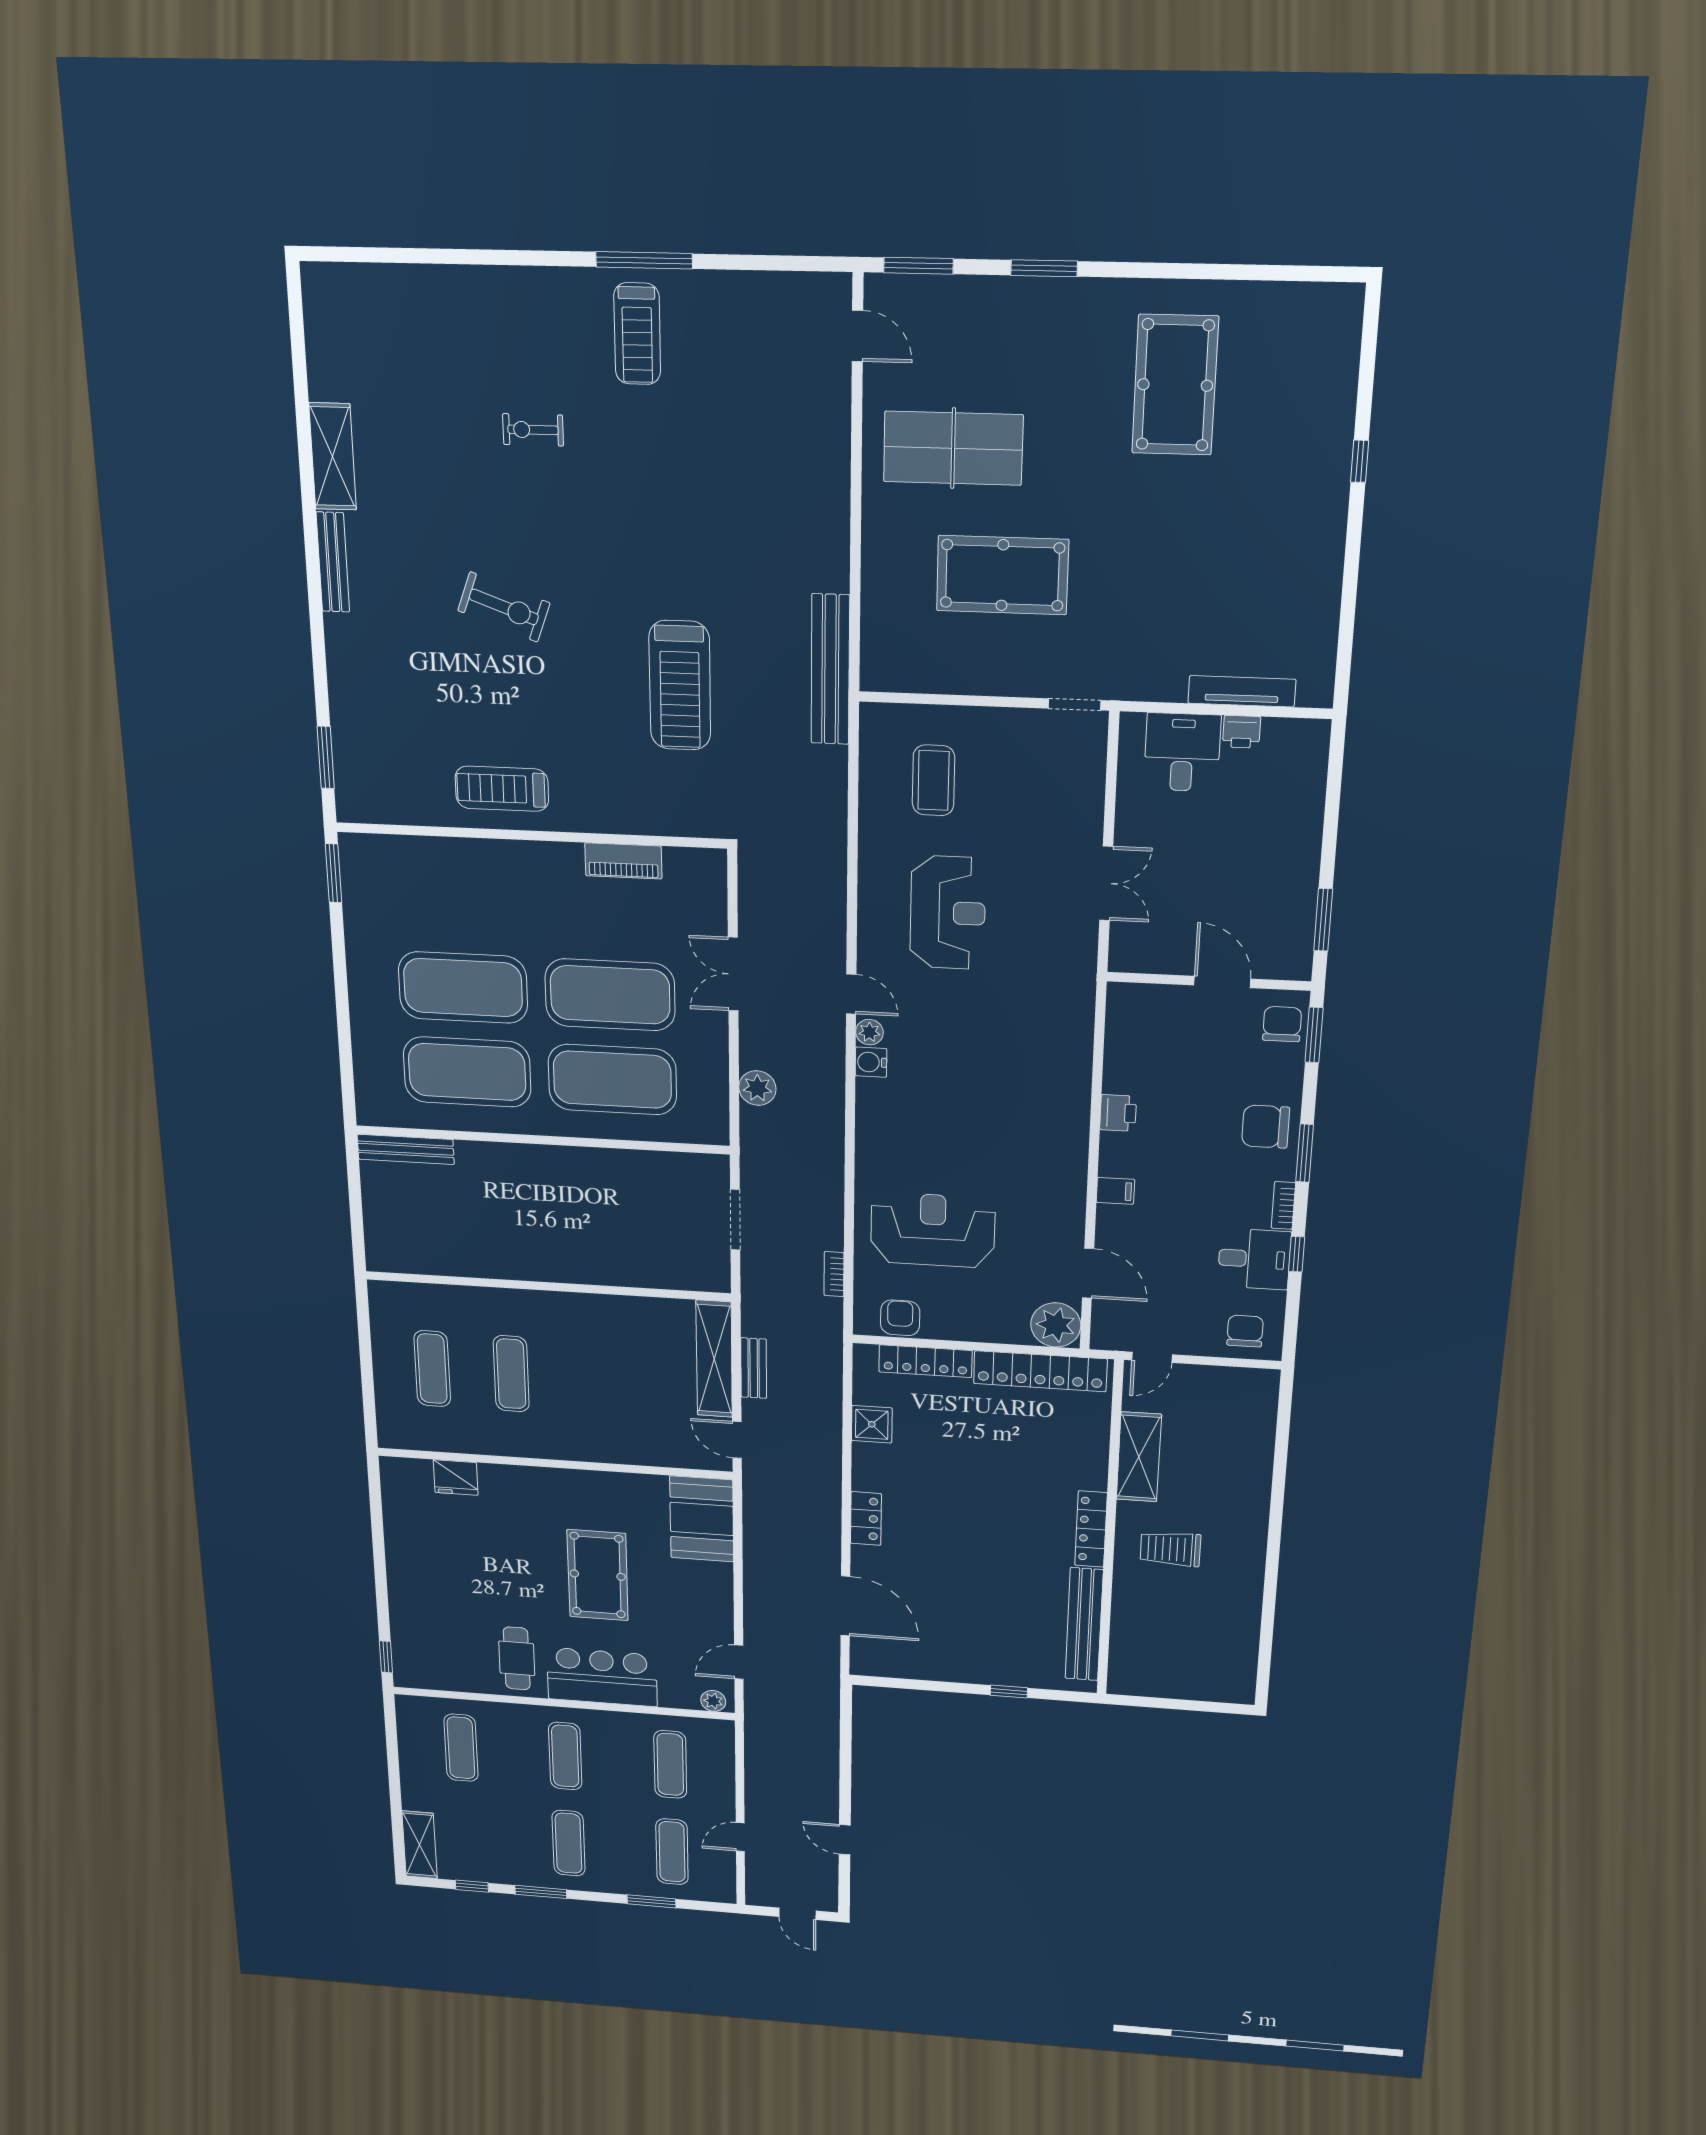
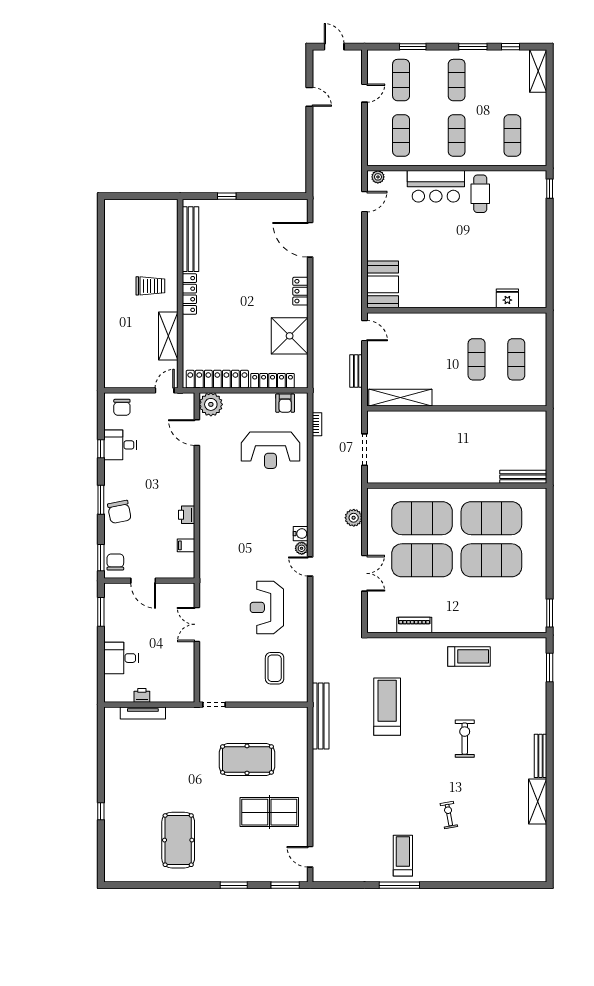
exercise bike: (533, 430) -> (449, 815), turned -100
exercise bike: (504, 607) -> (465, 739), turned 70
desk: (1182, 752) -> (121, 658), moved, turned 90
chair: (1282, 1024) -> (115, 562), turned 180
chair: (1266, 1127) -> (119, 512), turned 79
filing cabinet: (1115, 1191) -> (186, 545), moved
bookcase: (1283, 1205) -> (109, 473), removed
shelving: (714, 1359) -> (400, 398), moved, turned 90
shower: (872, 1424) -> (290, 336), width x1.86, depth x1.86
pool table: (598, 1575) -> (436, 247), removed

